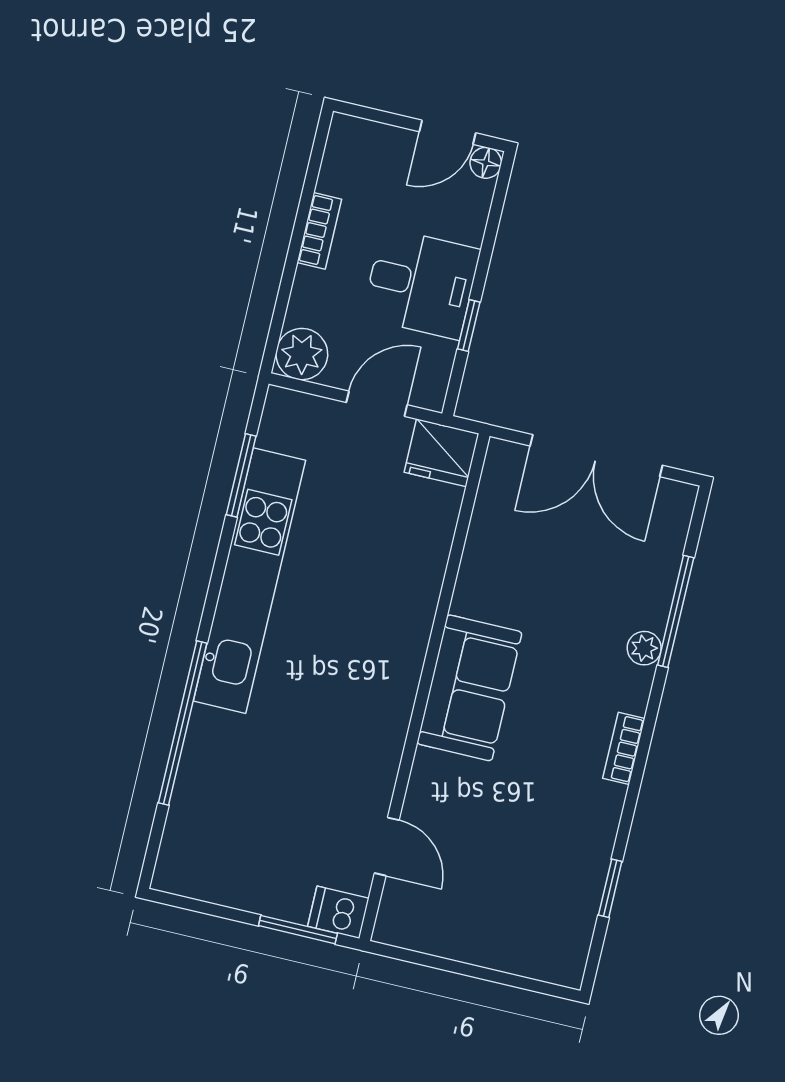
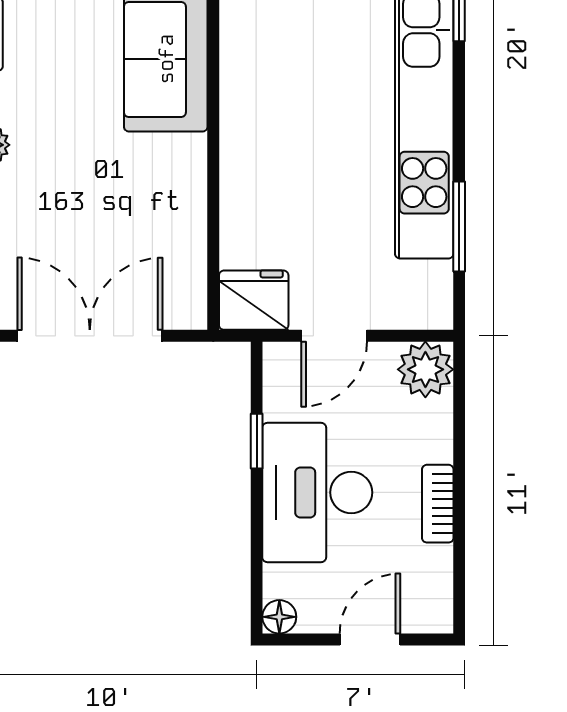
door: (447, 132) -> (370, 639), moved
desk: (421, 283) -> (317, 492), width x1.37

